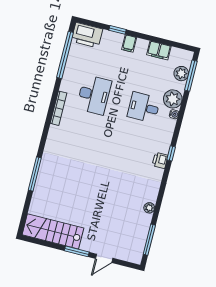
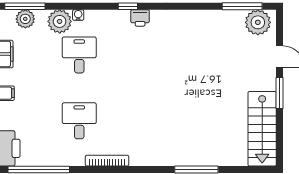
desk: (94, 95) -> (79, 121), width x0.73
desk: (144, 107) -> (79, 55), turned 180
plant: (149, 208) -> (258, 22), moved, width x1.87, depth x1.87

